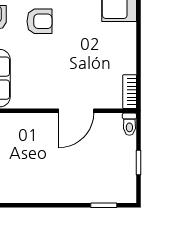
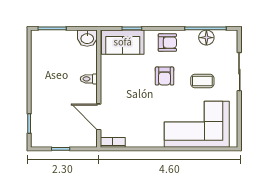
door: (76, 111) -> (99, 117), moved
toilet: (129, 124) -> (89, 79), moved

